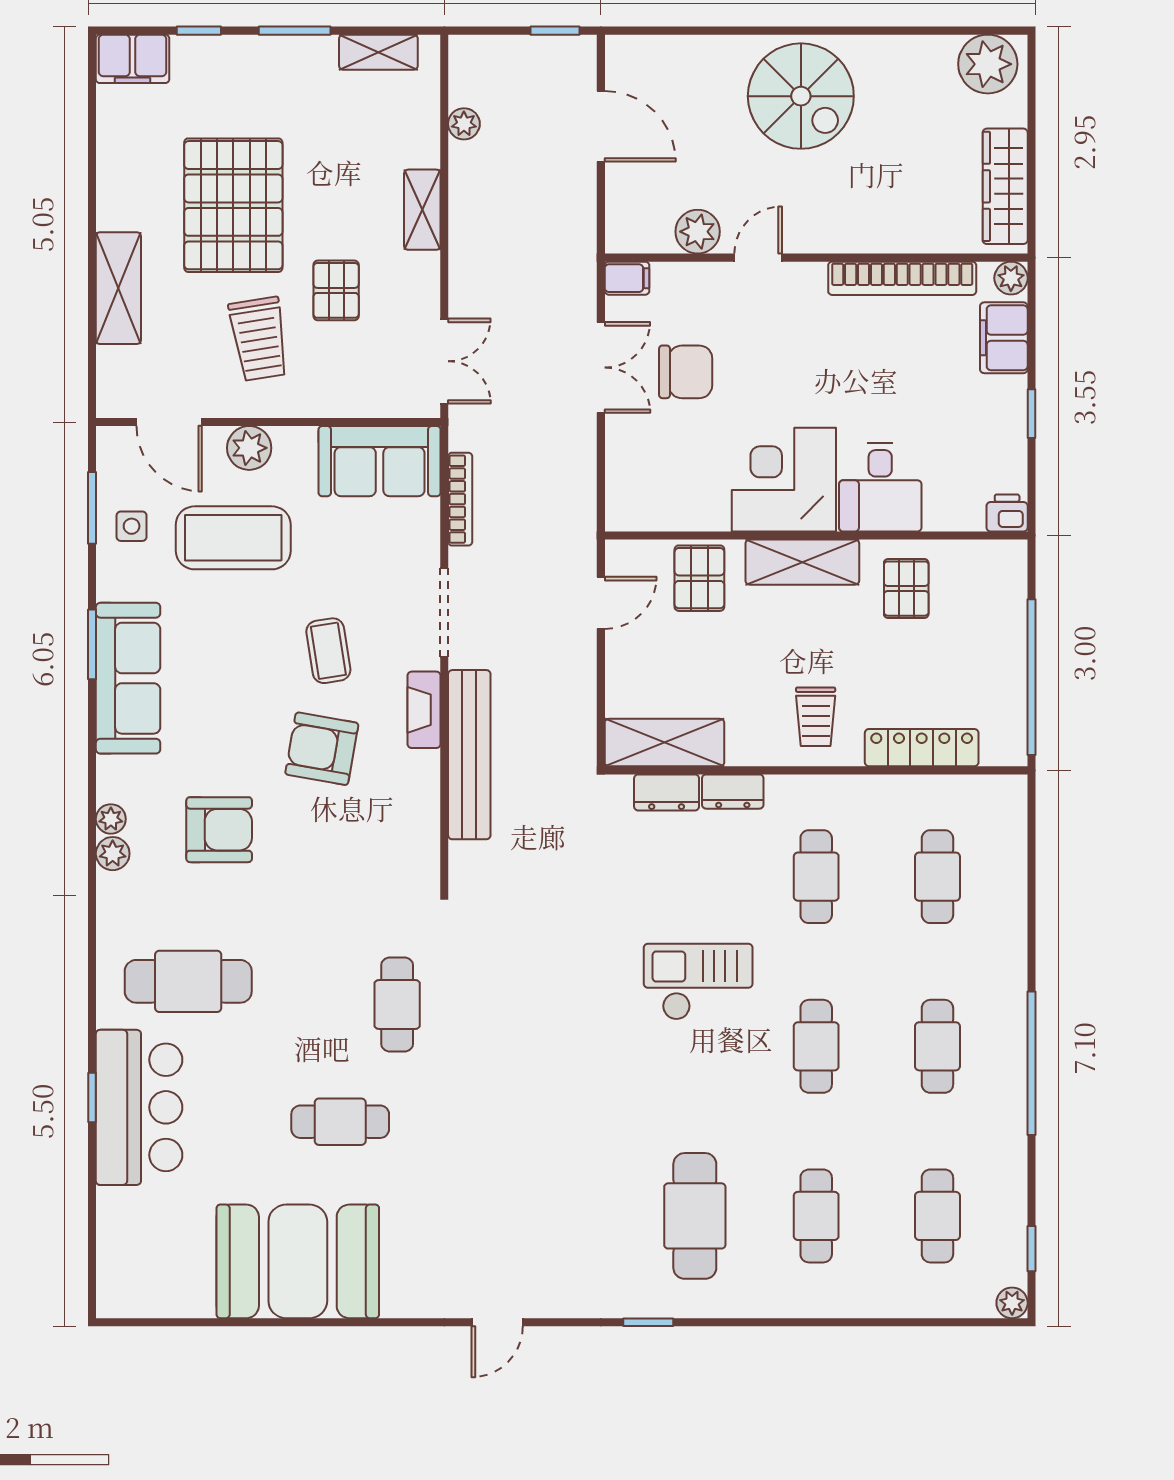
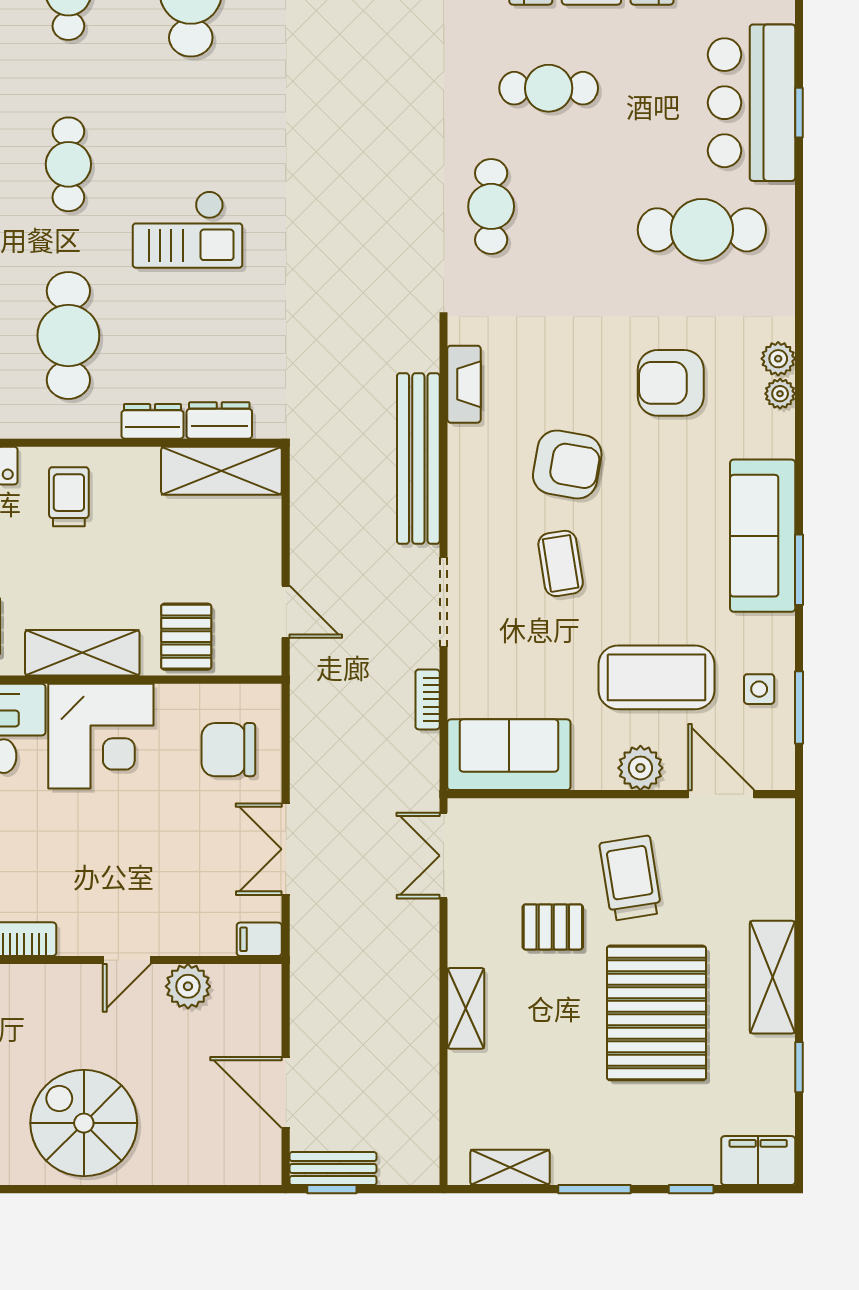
bench: (554, 51) -> (333, 1169), added
plant: (464, 124) -> (424, 1095), removed
window: (92, 151) -> (799, 1067), added
shelving: (118, 288) -> (772, 977), moved
pallet: (336, 290) -> (553, 927), turned 90
chair: (686, 372) -> (228, 750), moved
bookcase: (460, 499) -> (428, 699), width x0.64
door: (601, 603) -> (286, 612), swing flipped
fireplace: (424, 710) -> (464, 384), moved
cafe table: (816, 877) -> (68, 335), width x1.37, depth x1.35

